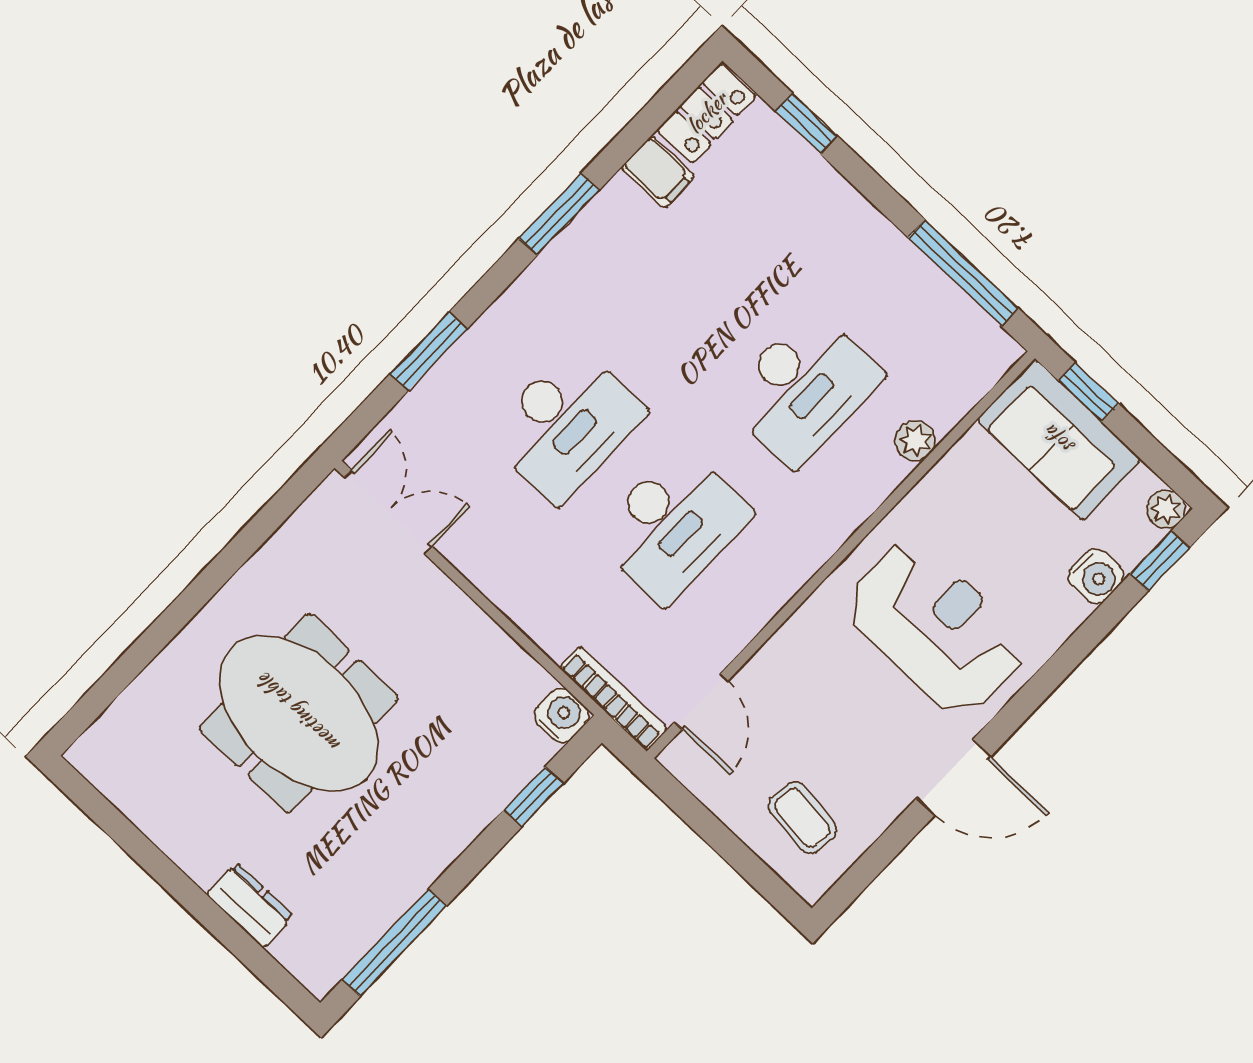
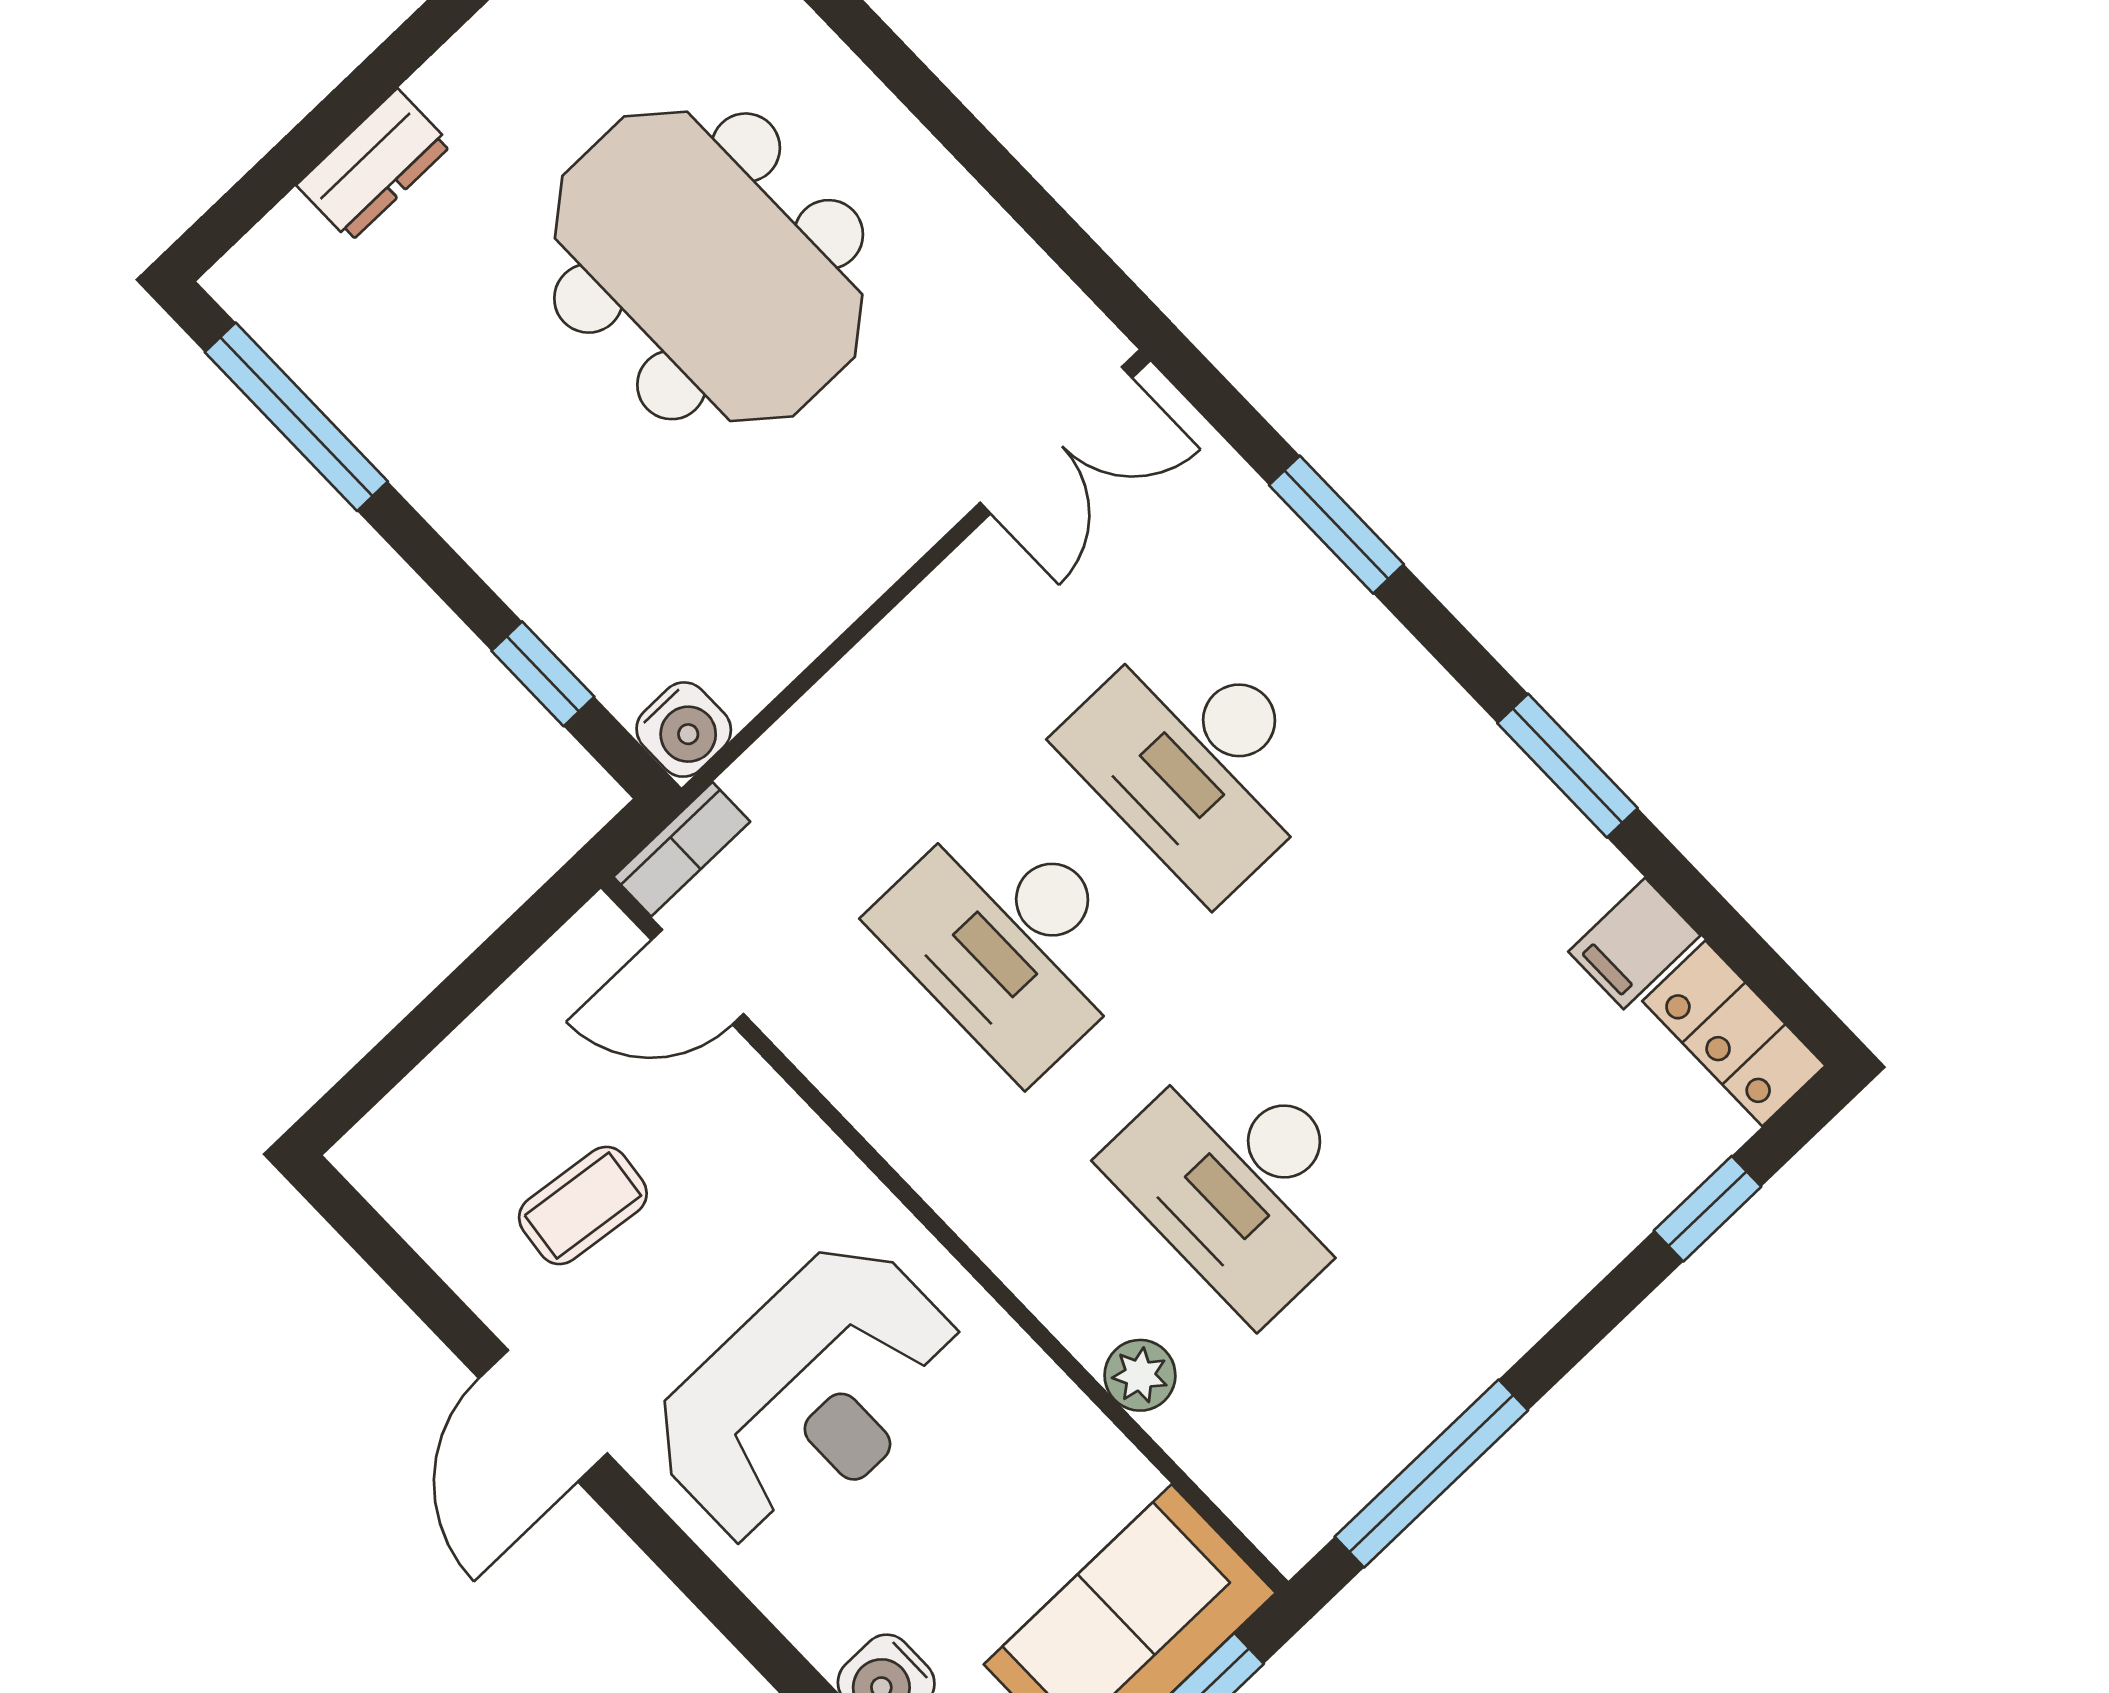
bookcase: (613, 698) -> (682, 849), width x0.64
meeting table: (299, 713) -> (709, 266), turned 90
coffee table: (802, 818) -> (583, 1206), moved

